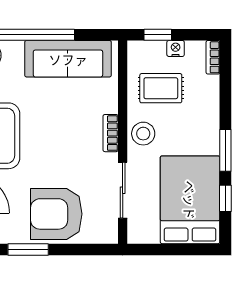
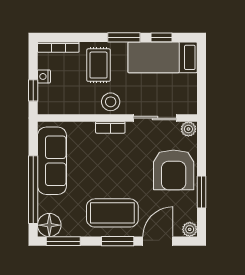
bookcase: (213, 57) -> (58, 47), width x1.56
rug: (161, 88) -> (99, 65), moved
bed: (190, 200) -> (163, 57), width x0.67
plant: (109, 233) -> (188, 129), added

